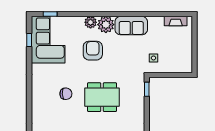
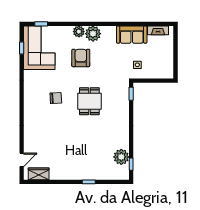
sofa: (131, 26) -> (132, 35), moved
dining table: (102, 97) -> (89, 101), width x0.73

